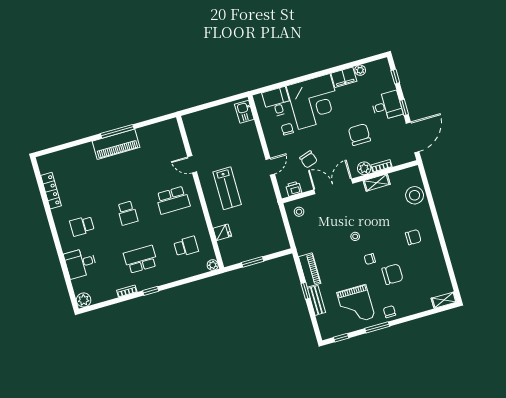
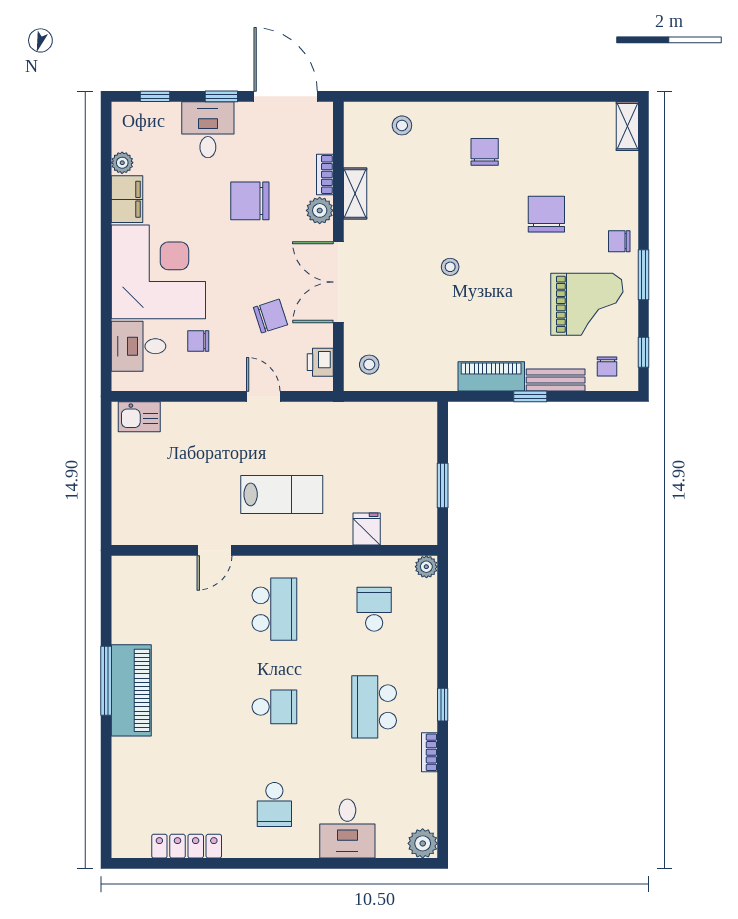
stool: (415, 195) -> (402, 125), width x0.53, depth x0.53
chair: (370, 259) -> (607, 367), moved

